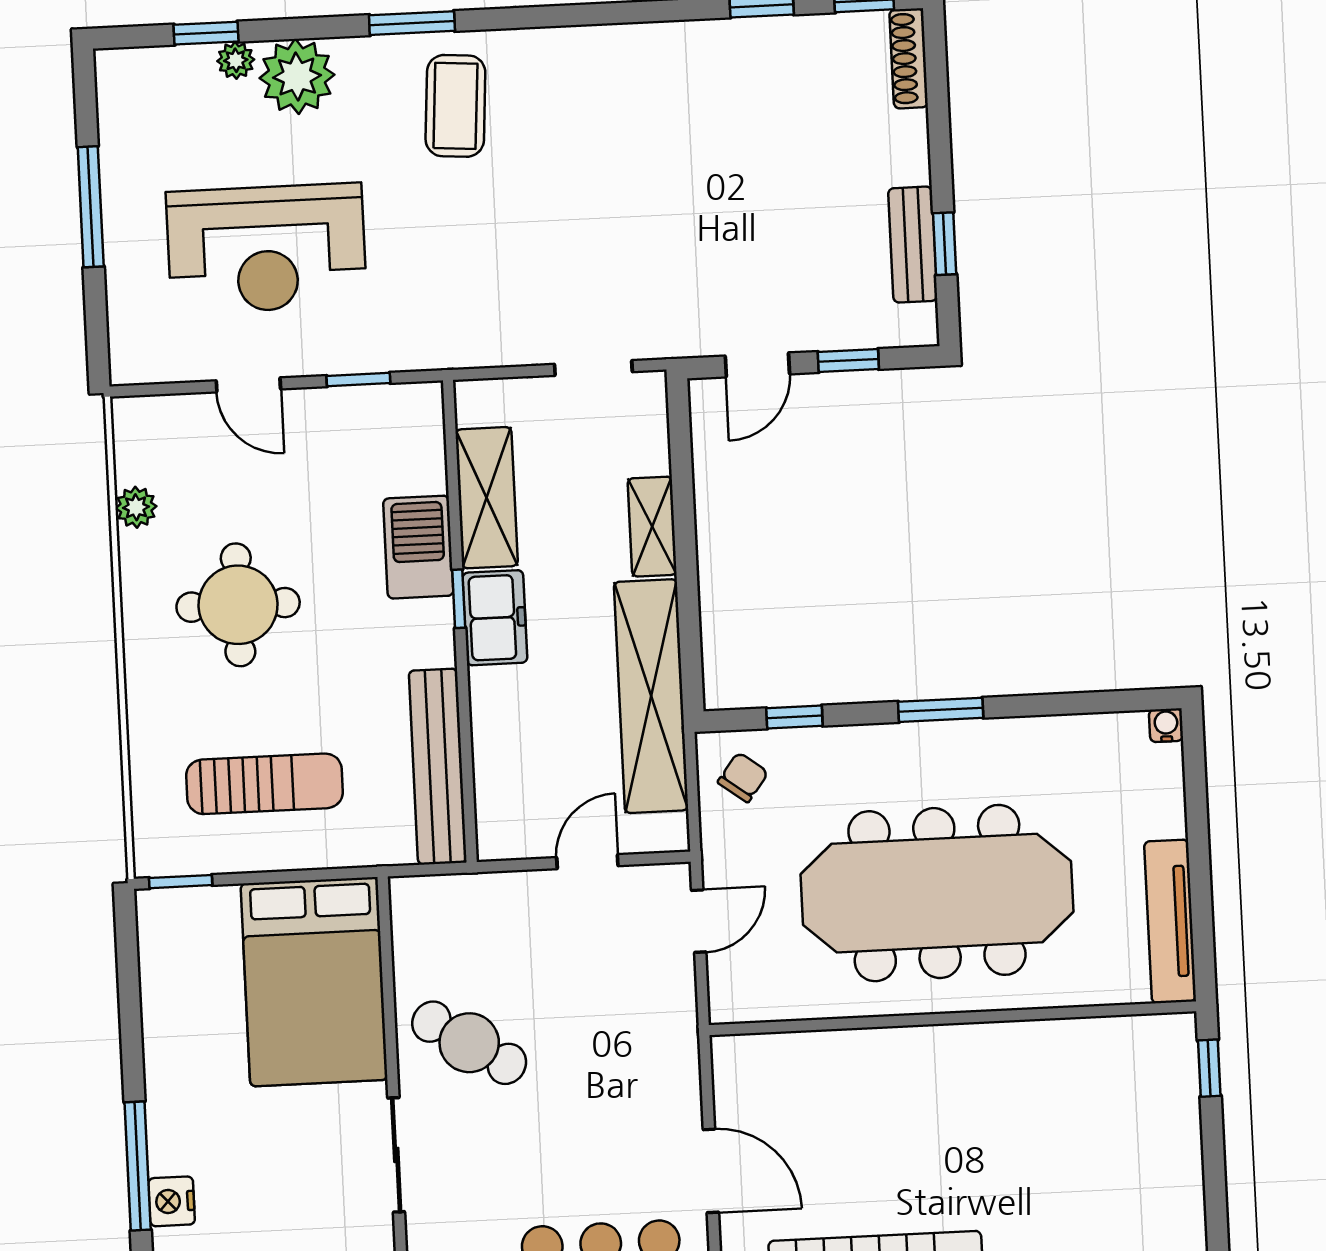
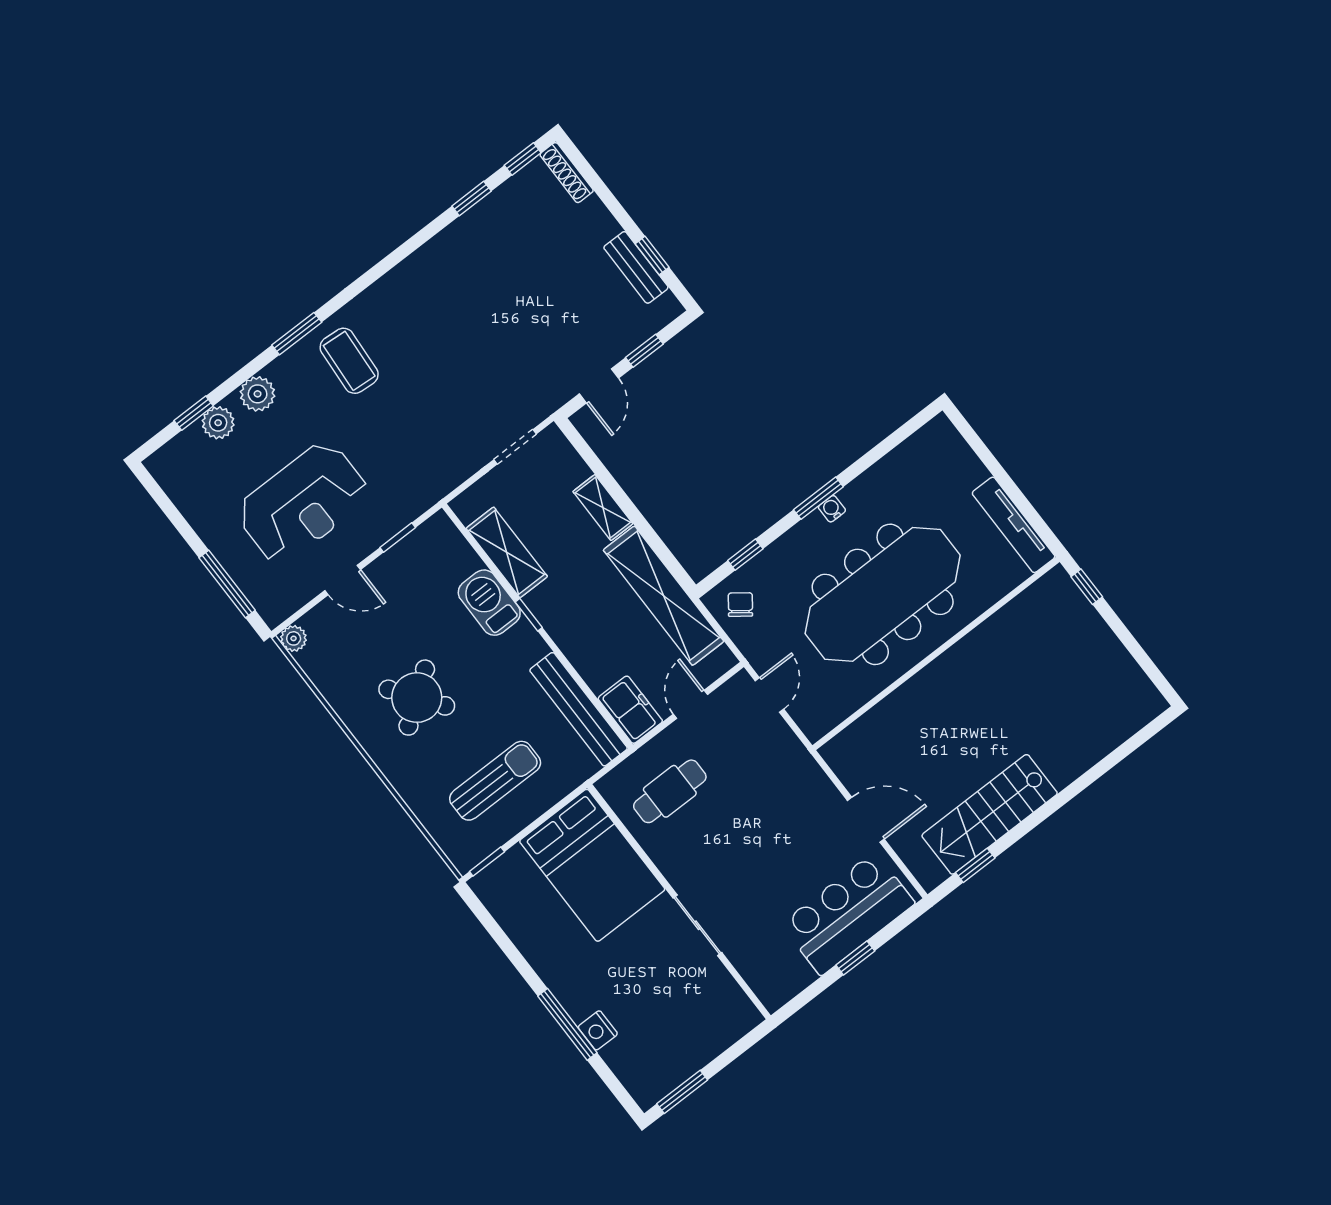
plant: (236, 60) -> (218, 423), width x1.38, depth x1.38
plant: (297, 76) -> (258, 394), width x0.73, depth x0.73
window: (91, 207) -> (227, 584), moved
plant: (136, 507) -> (294, 638), moved
round table: (238, 605) -> (417, 698), turned -36
freezer: (495, 618) -> (630, 710), moved
water cooler: (1166, 725) -> (832, 509), moved
cafe table: (469, 1043) -> (670, 791), moved, turned -32

